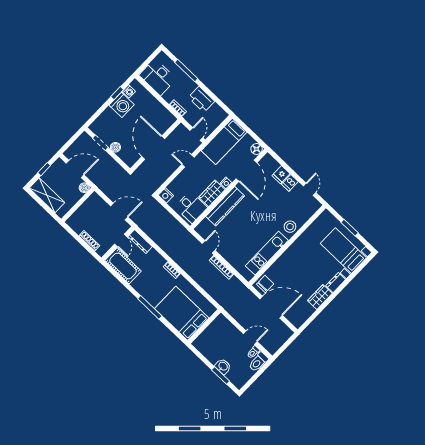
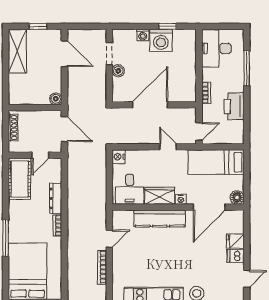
washing machine: (129, 91) -> (143, 35), moved
boiler: (84, 188) -> (56, 99), moved
wall: (78, 205) -> (35, 108), moved
dresser: (140, 242) -> (56, 199), moved

